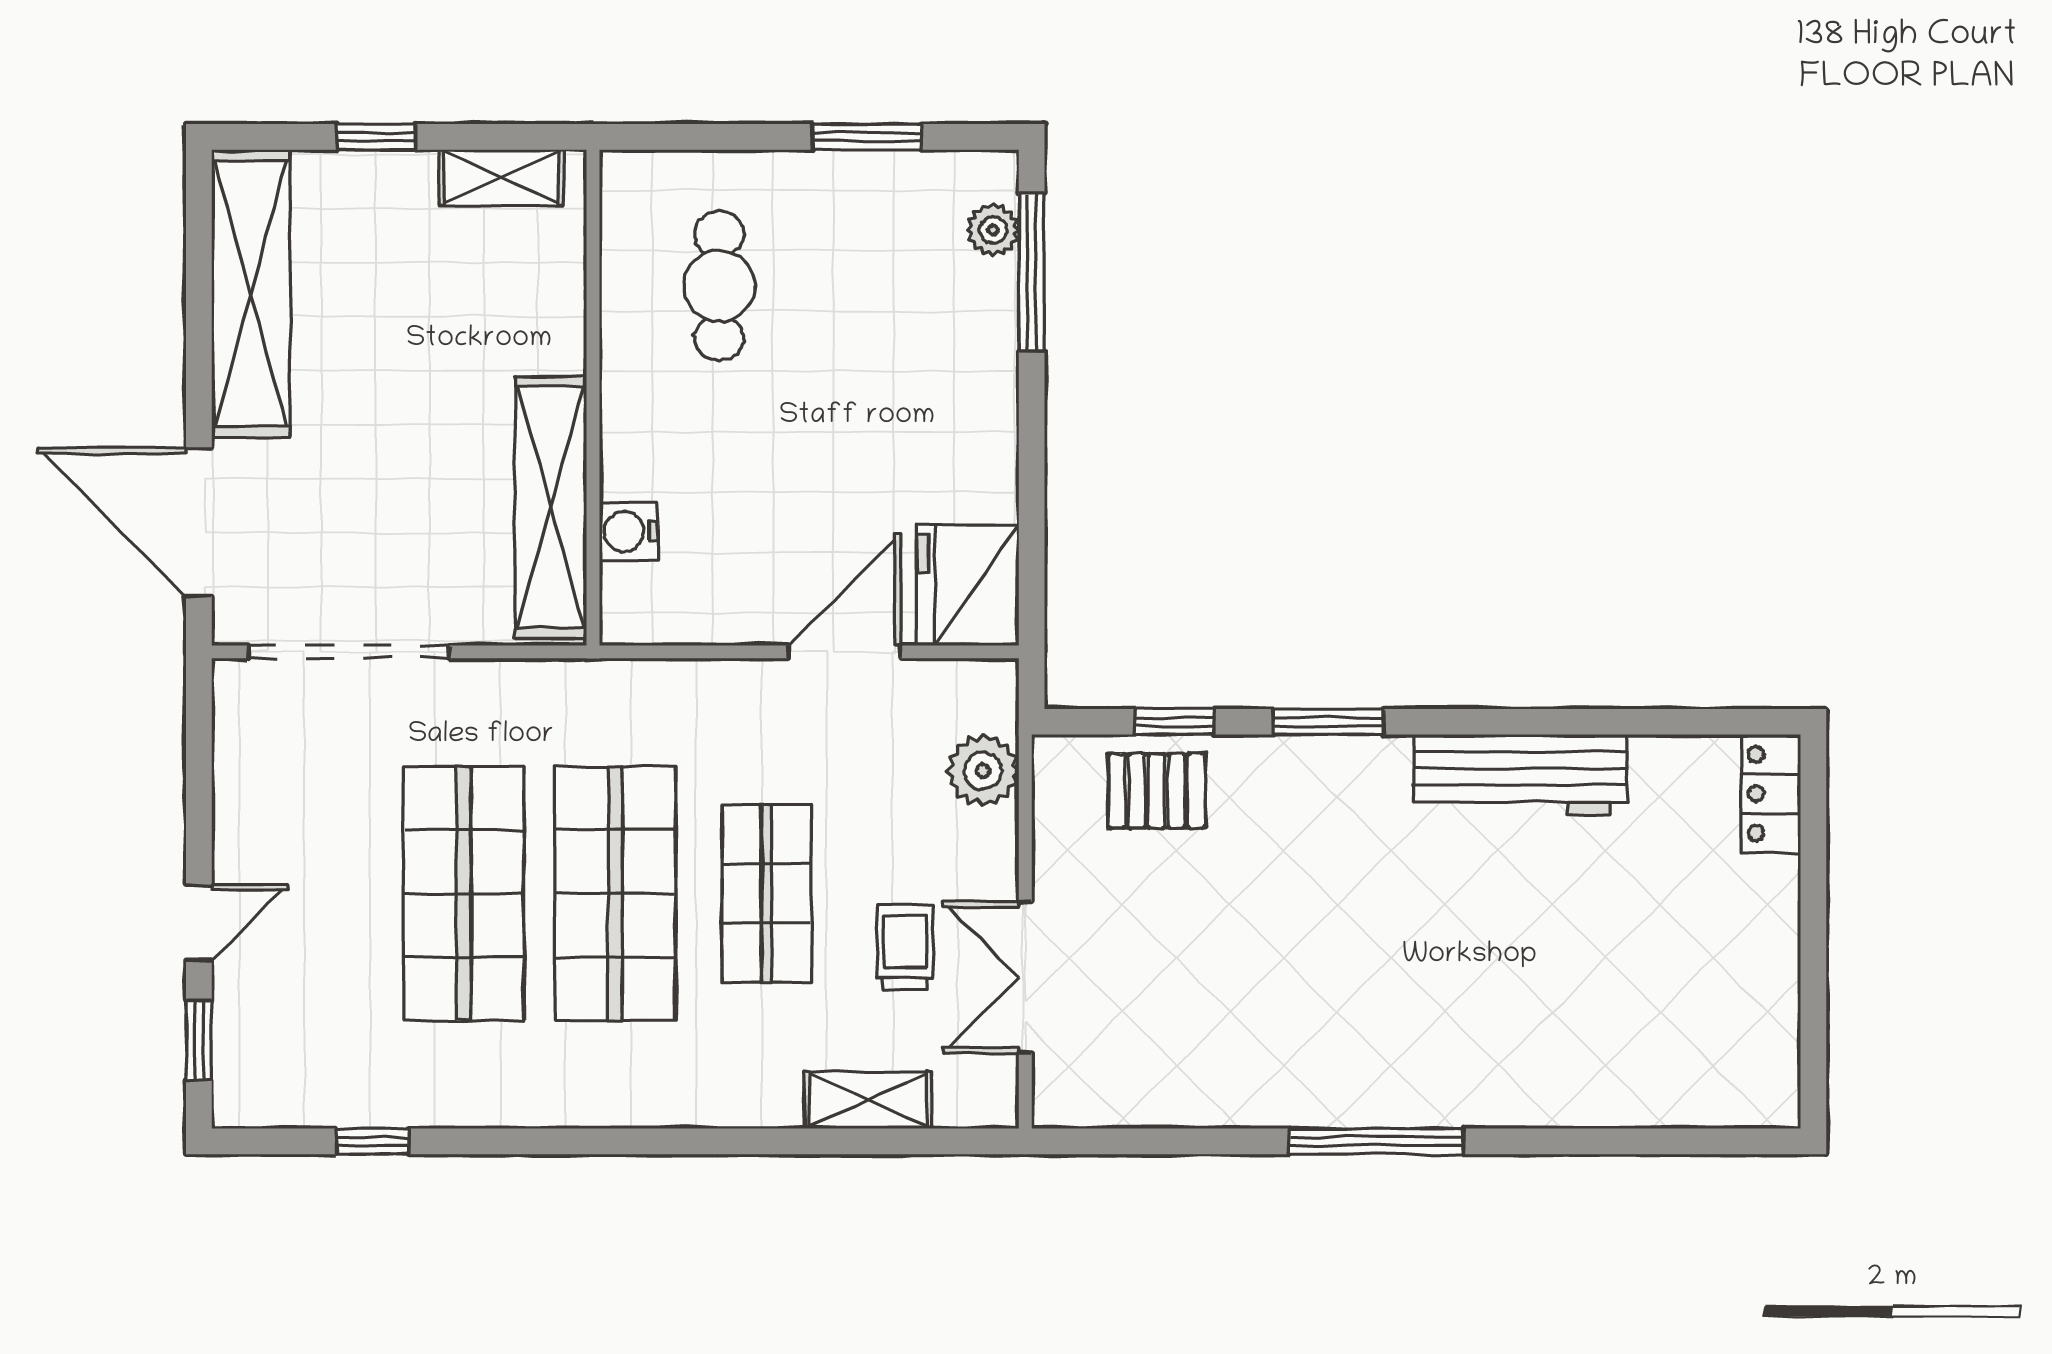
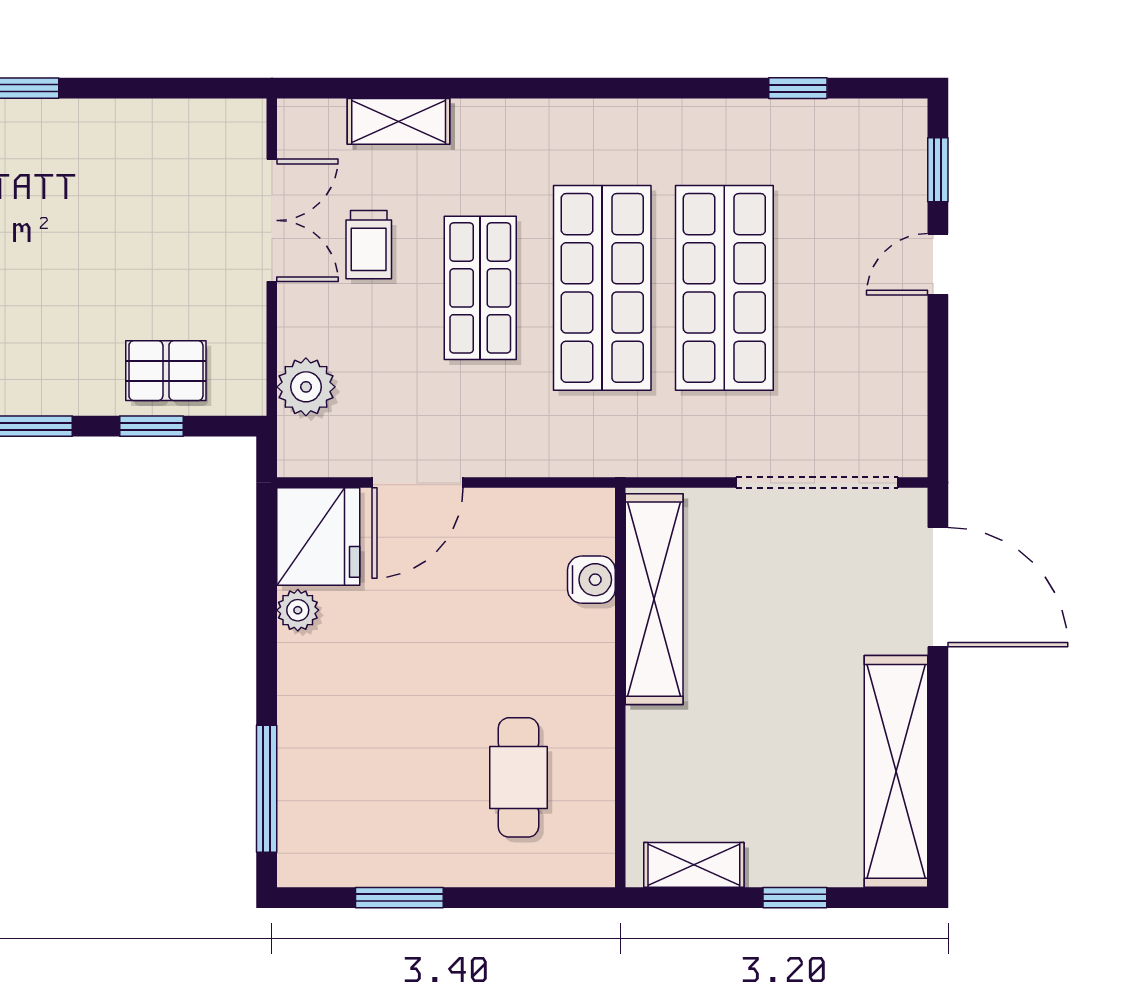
plant: (993, 230) -> (298, 610), moved

